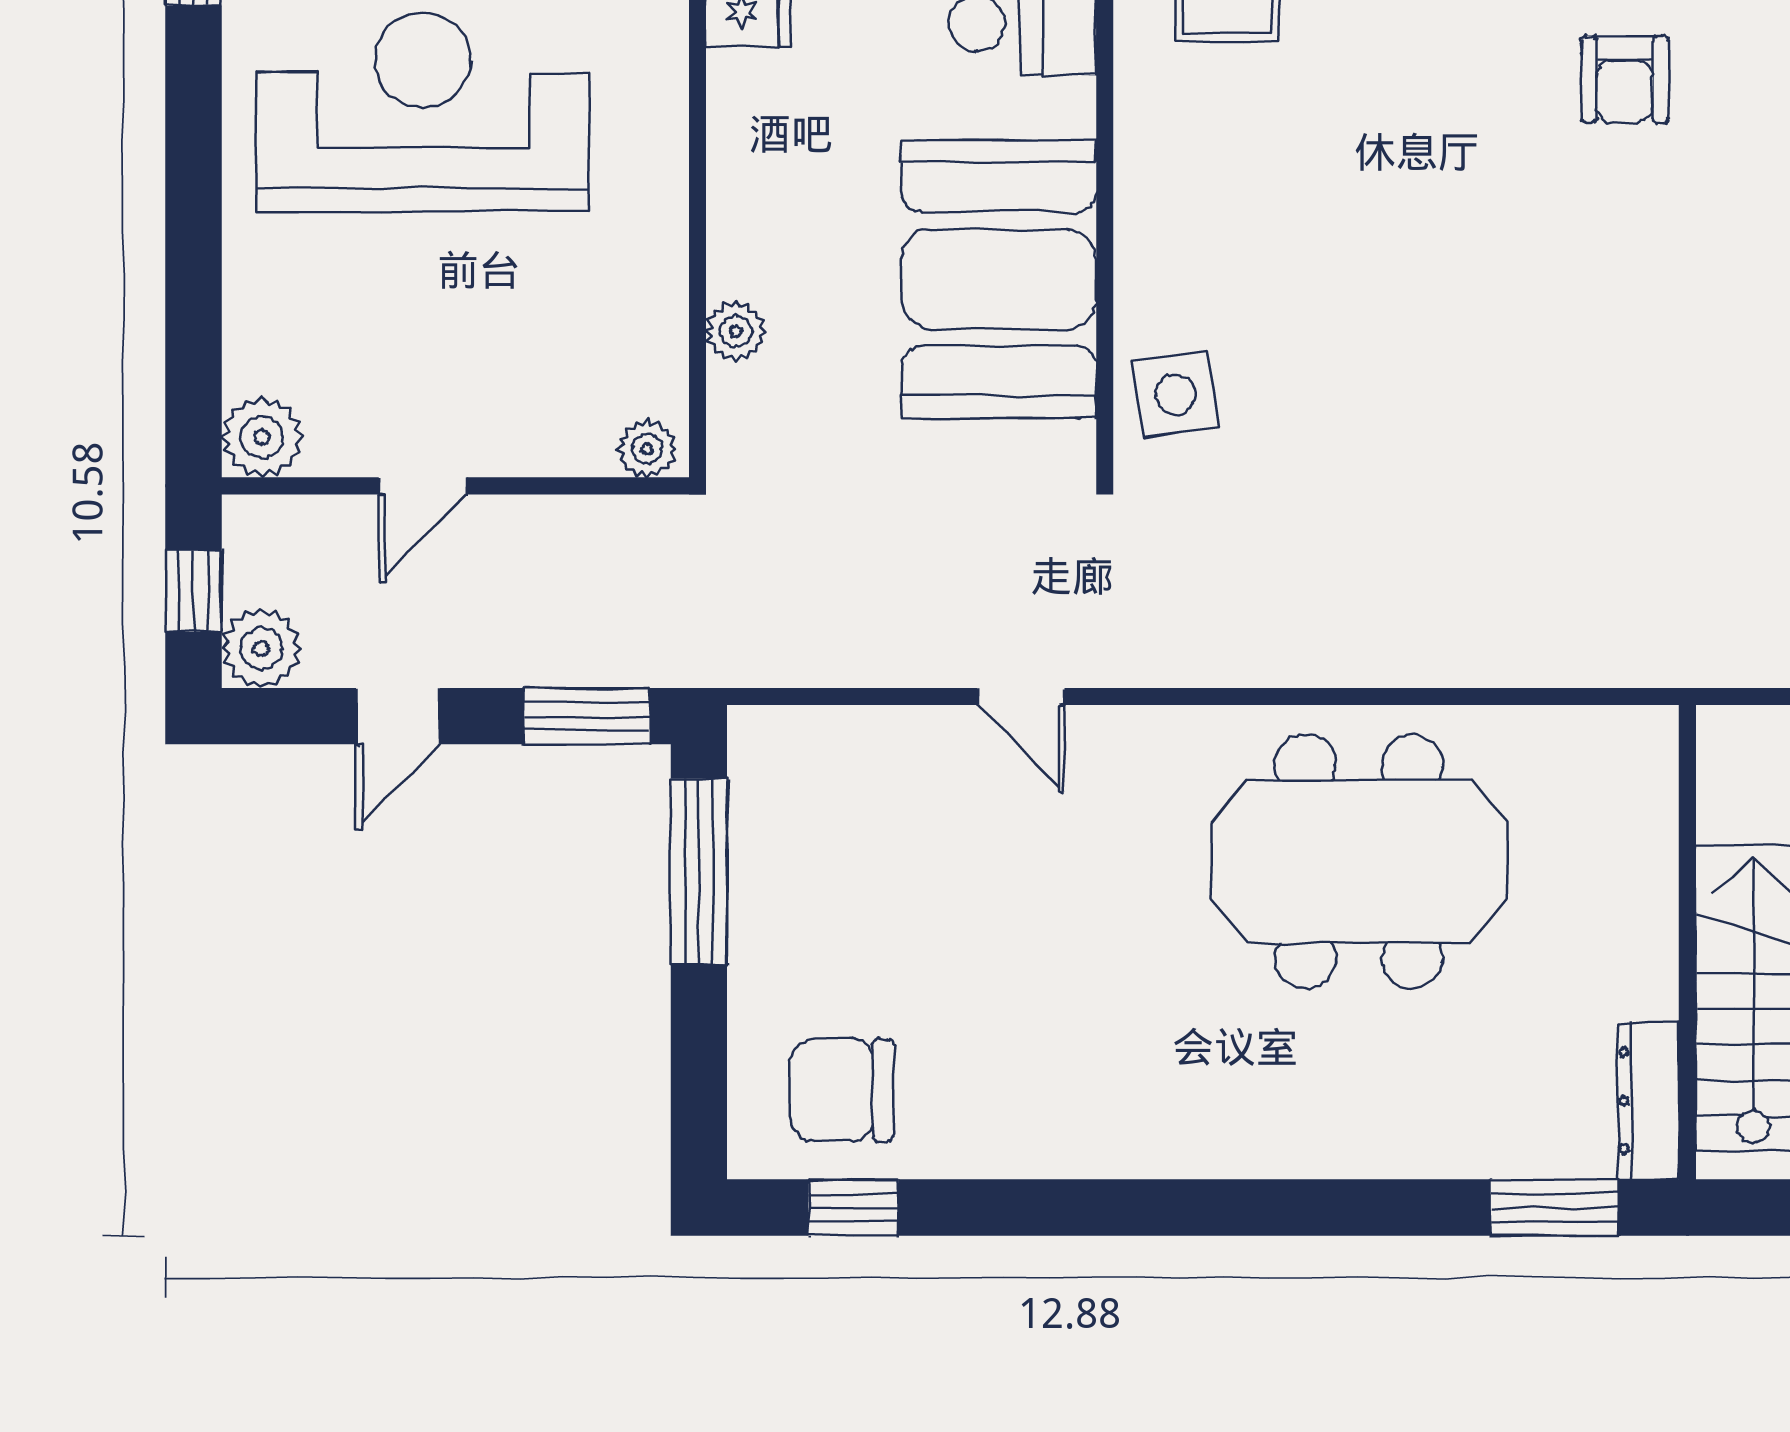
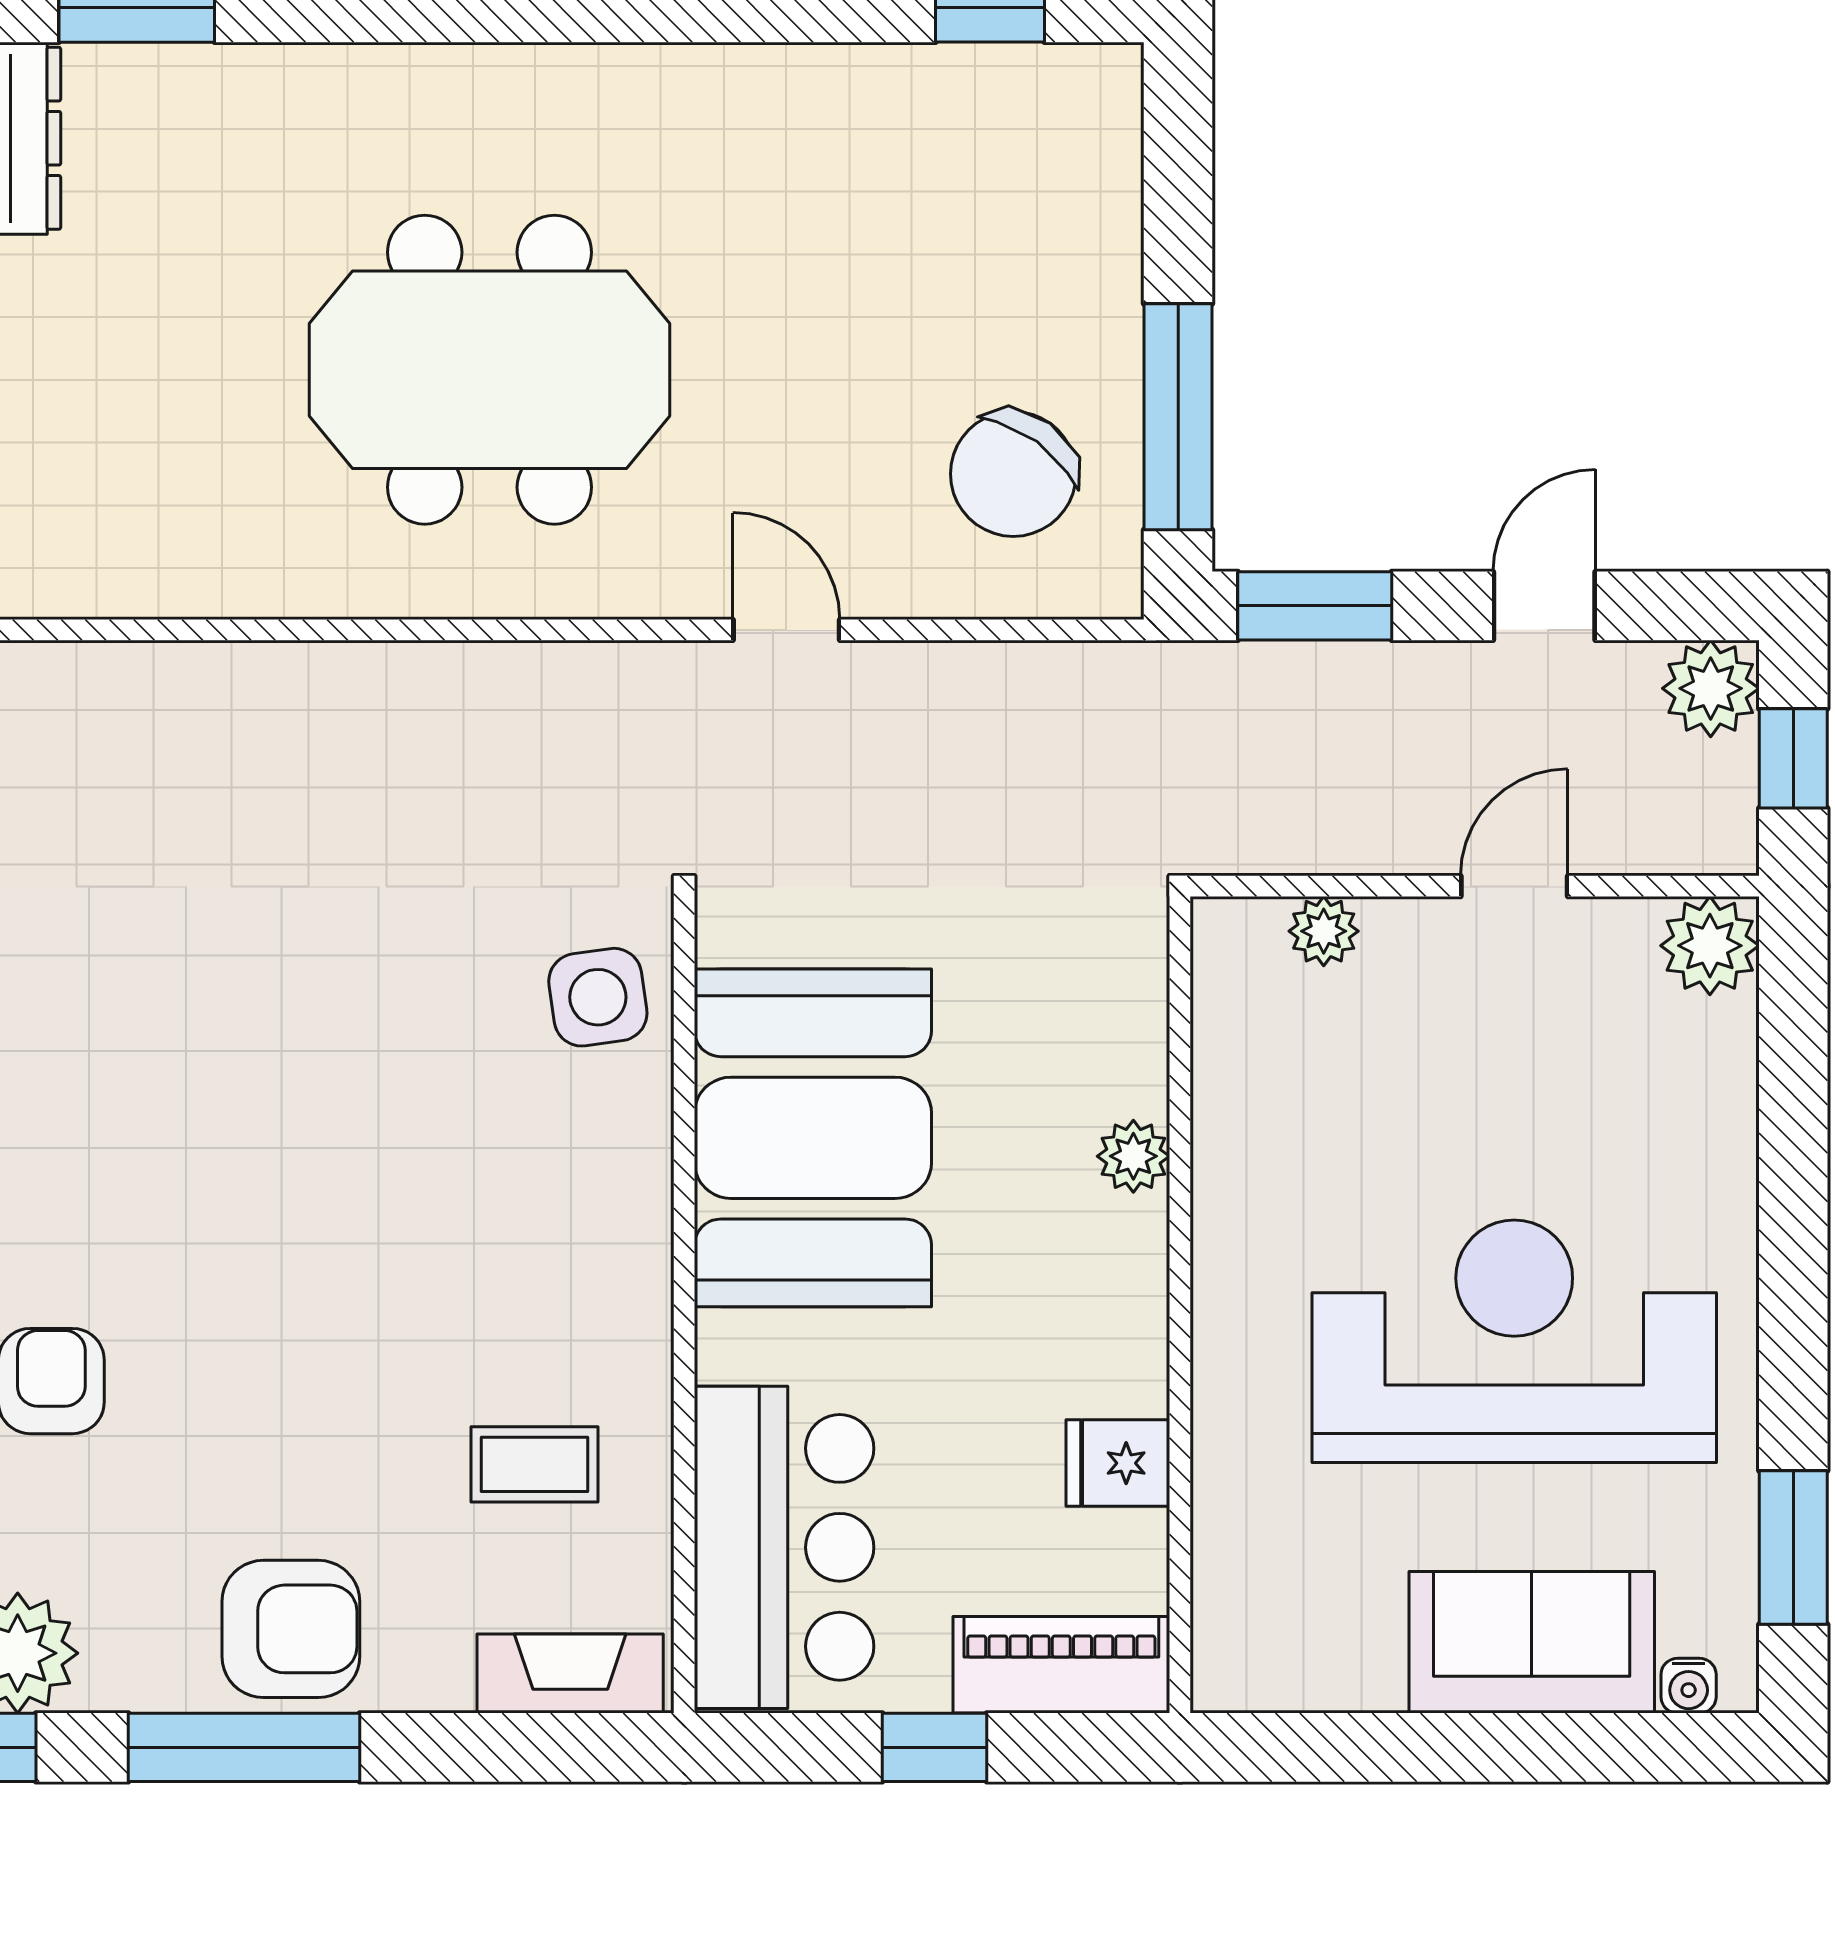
reception desk: (423, 112) -> (1514, 1341), turned 180
plant: (736, 331) -> (1133, 1156), moved
plant: (647, 449) -> (1324, 931), moved
meeting table: (1359, 861) -> (489, 370), moved
chair: (842, 1090) -> (1013, 474), moved, turned 126

